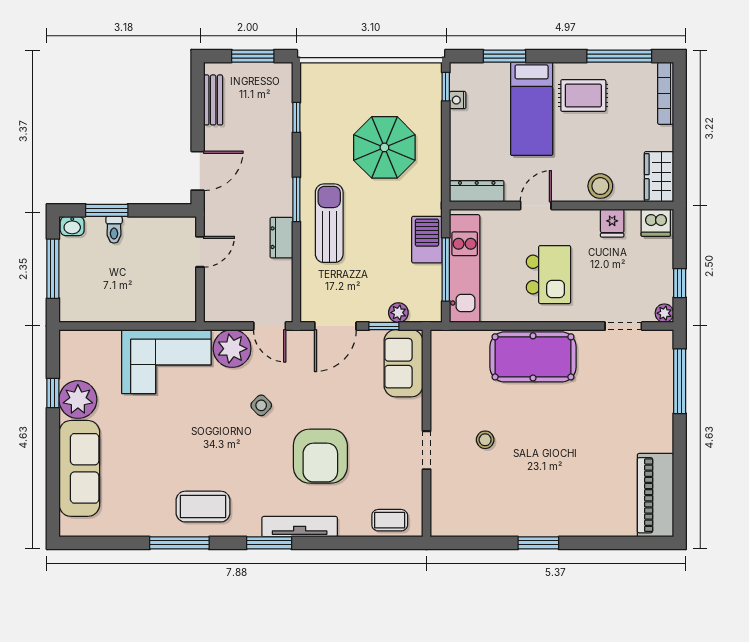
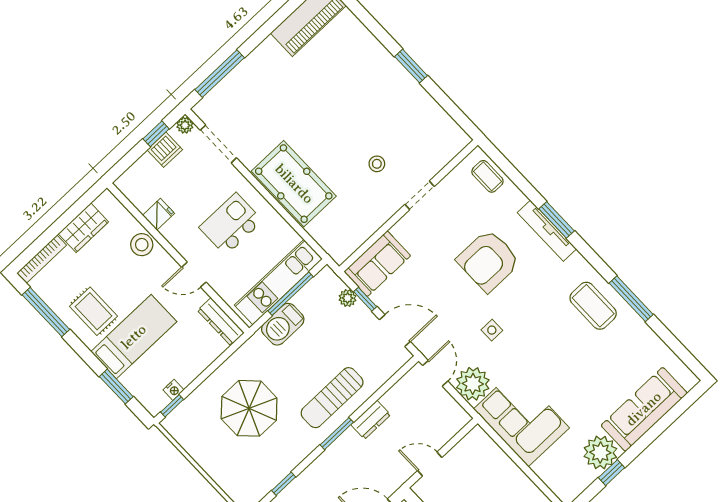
wardrobe: (659, 177) -> (83, 228), moved
dishwasher: (656, 223) -> (165, 150), moved, turned 90
doorway: (623, 326) -> (218, 144), width x1.38
side table: (261, 405) -> (492, 330), turned 45
armchair: (320, 456) -> (488, 261), turned 180
window: (269, 543) -> (557, 220), moved

